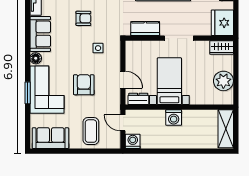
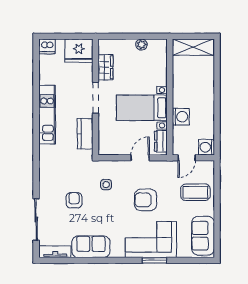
wardrobe: (222, 48) -> (106, 67), moved
floor lamp: (36, 58) -> (117, 252), removed
plant: (223, 81) -> (141, 45), width x0.53, depth x0.53
washing machine: (174, 118) -> (181, 117), moved

